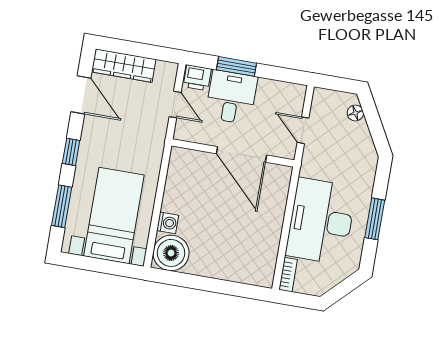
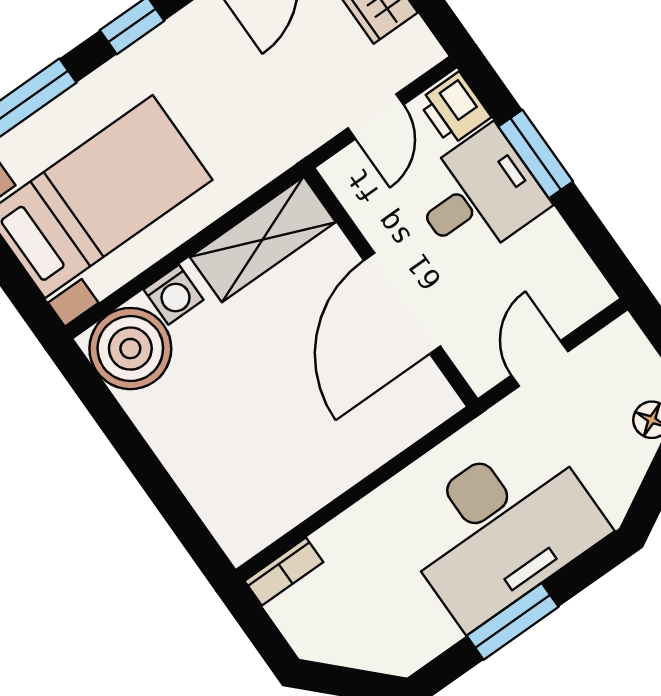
shelving: (178, 178) -> (263, 239), added
desk: (321, 221) -> (501, 528), moved, turned 180

